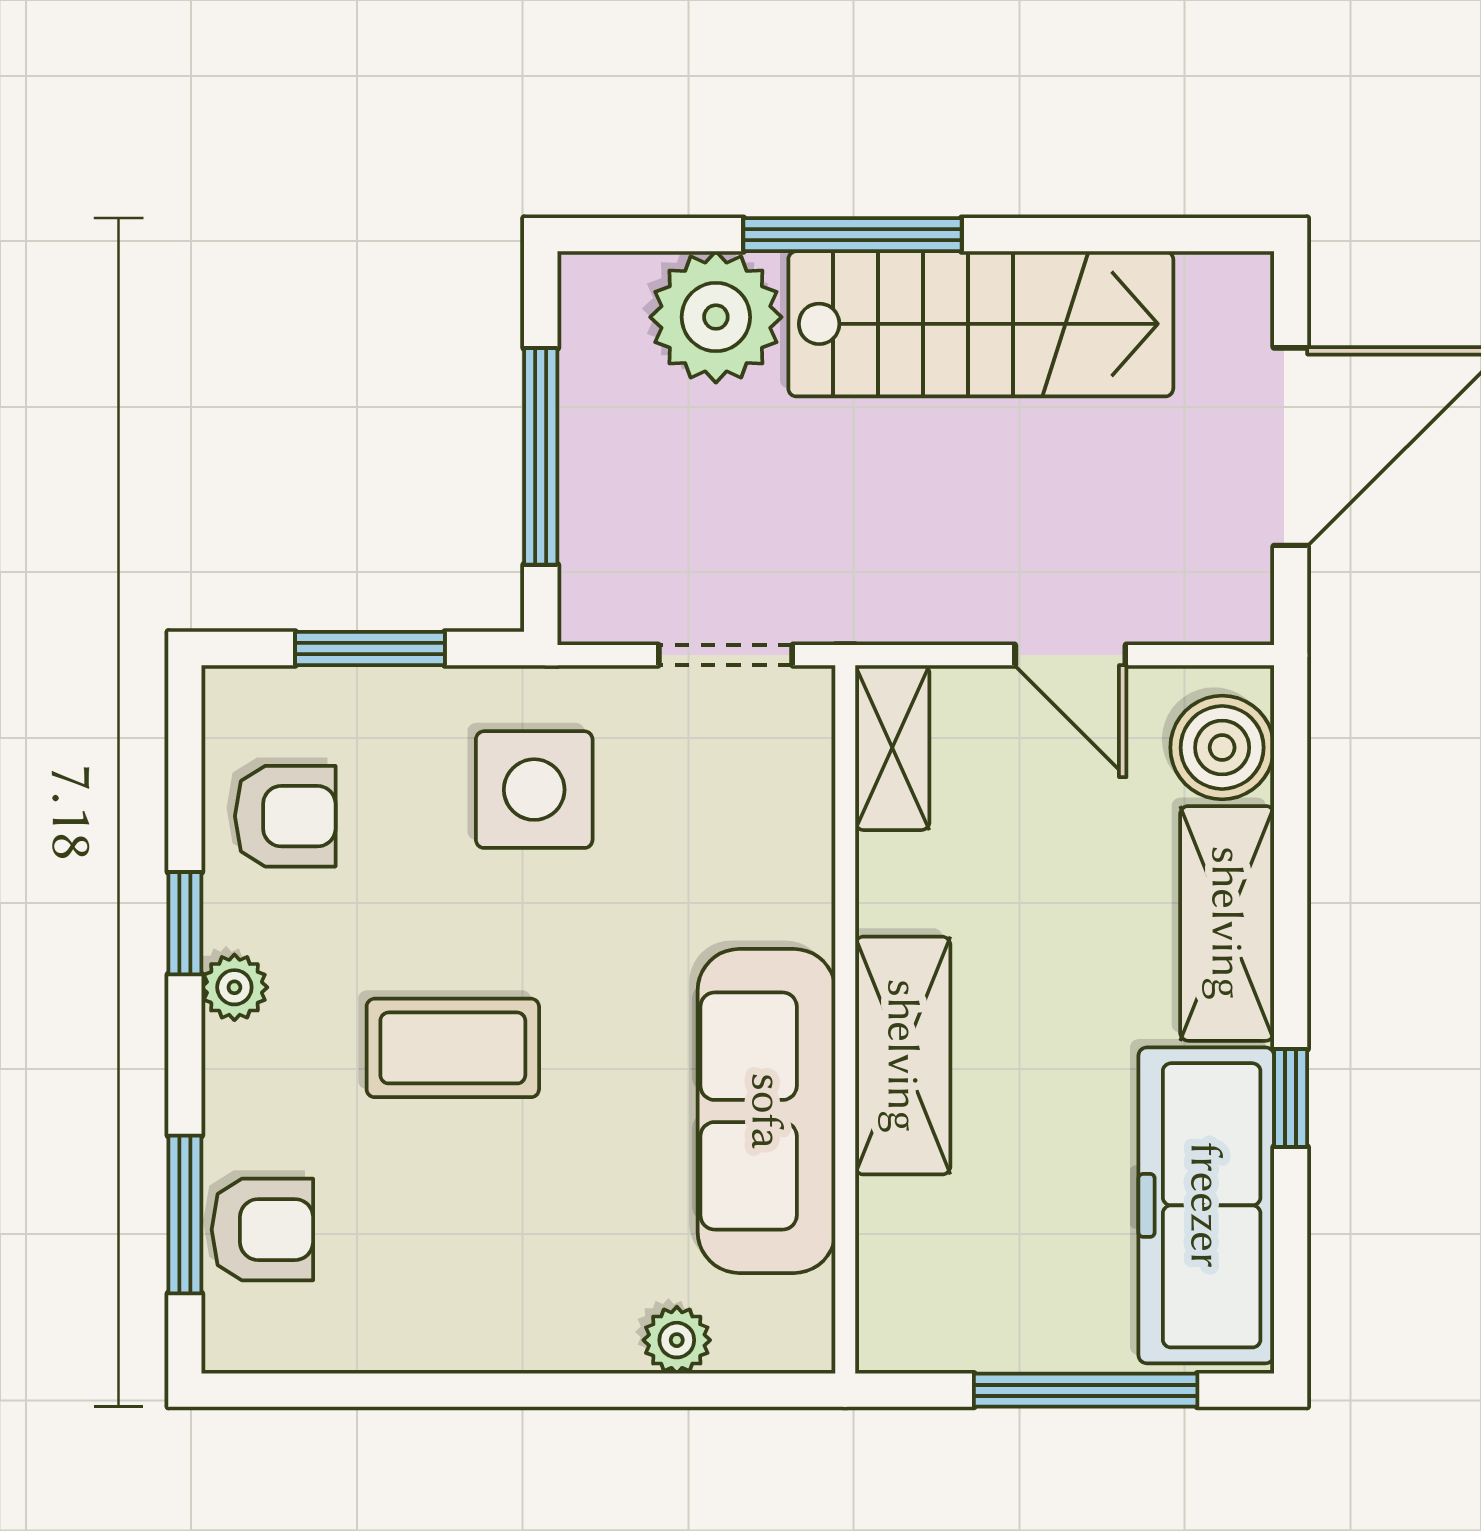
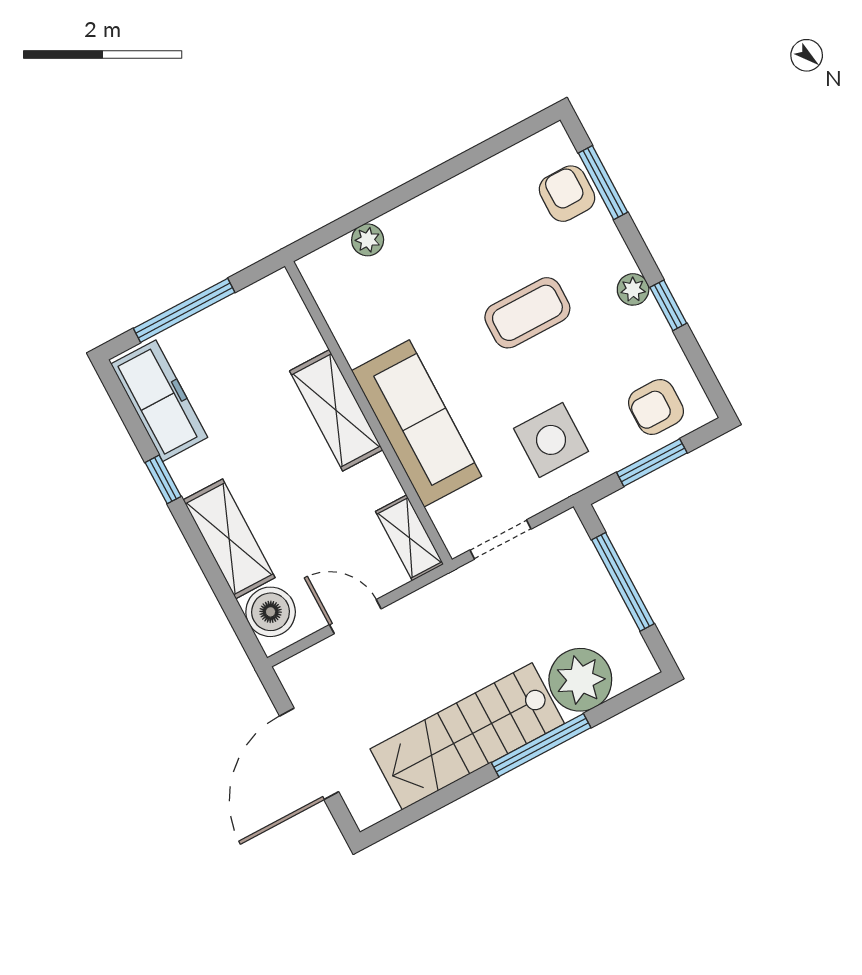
armchair: (285, 816) -> (656, 407), moved
sofa: (767, 1111) -> (417, 423), moved
freezer: (1206, 1205) -> (159, 401), width x0.73, depth x0.79
armchair: (262, 1230) -> (567, 194), turned 90

